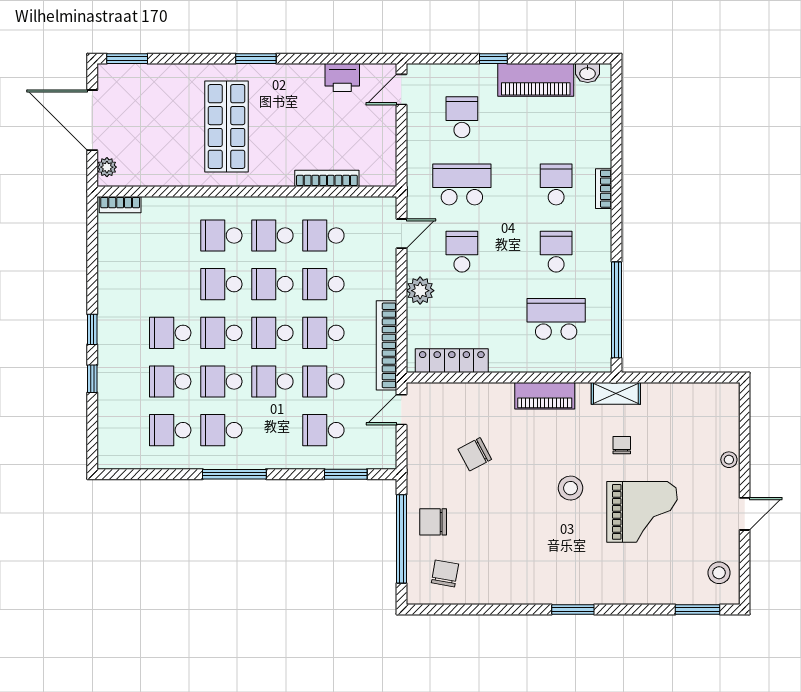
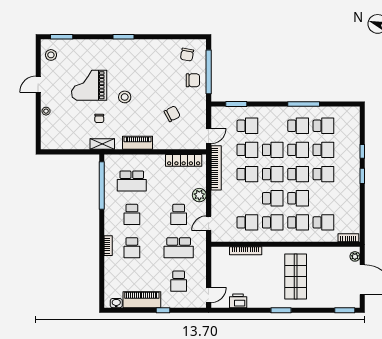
school desk: (323, 284) -> (323, 222), moved
window: (234, 474) -> (304, 104), moved

